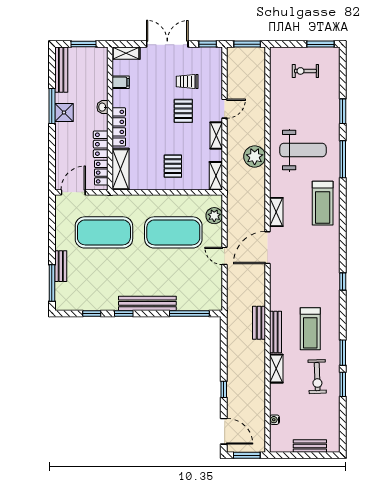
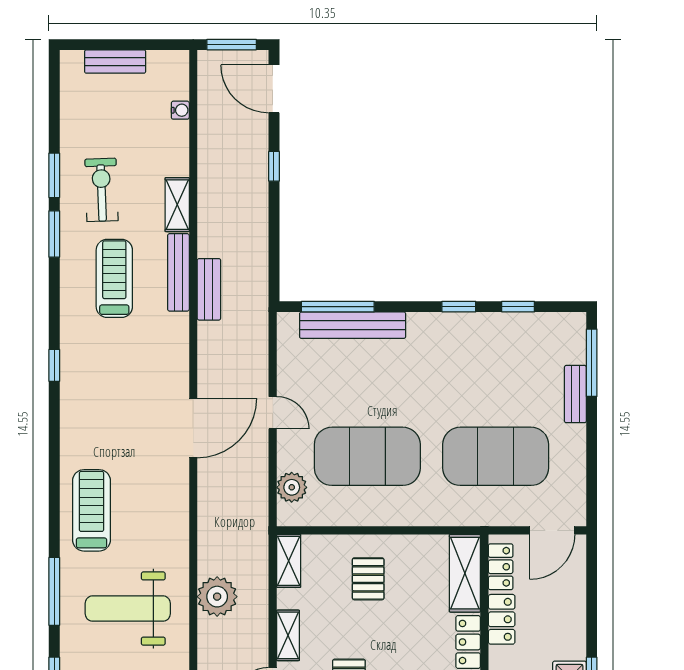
shelving: (276, 212) -> (177, 494), removed
bench: (147, 303) -> (353, 325), moved

